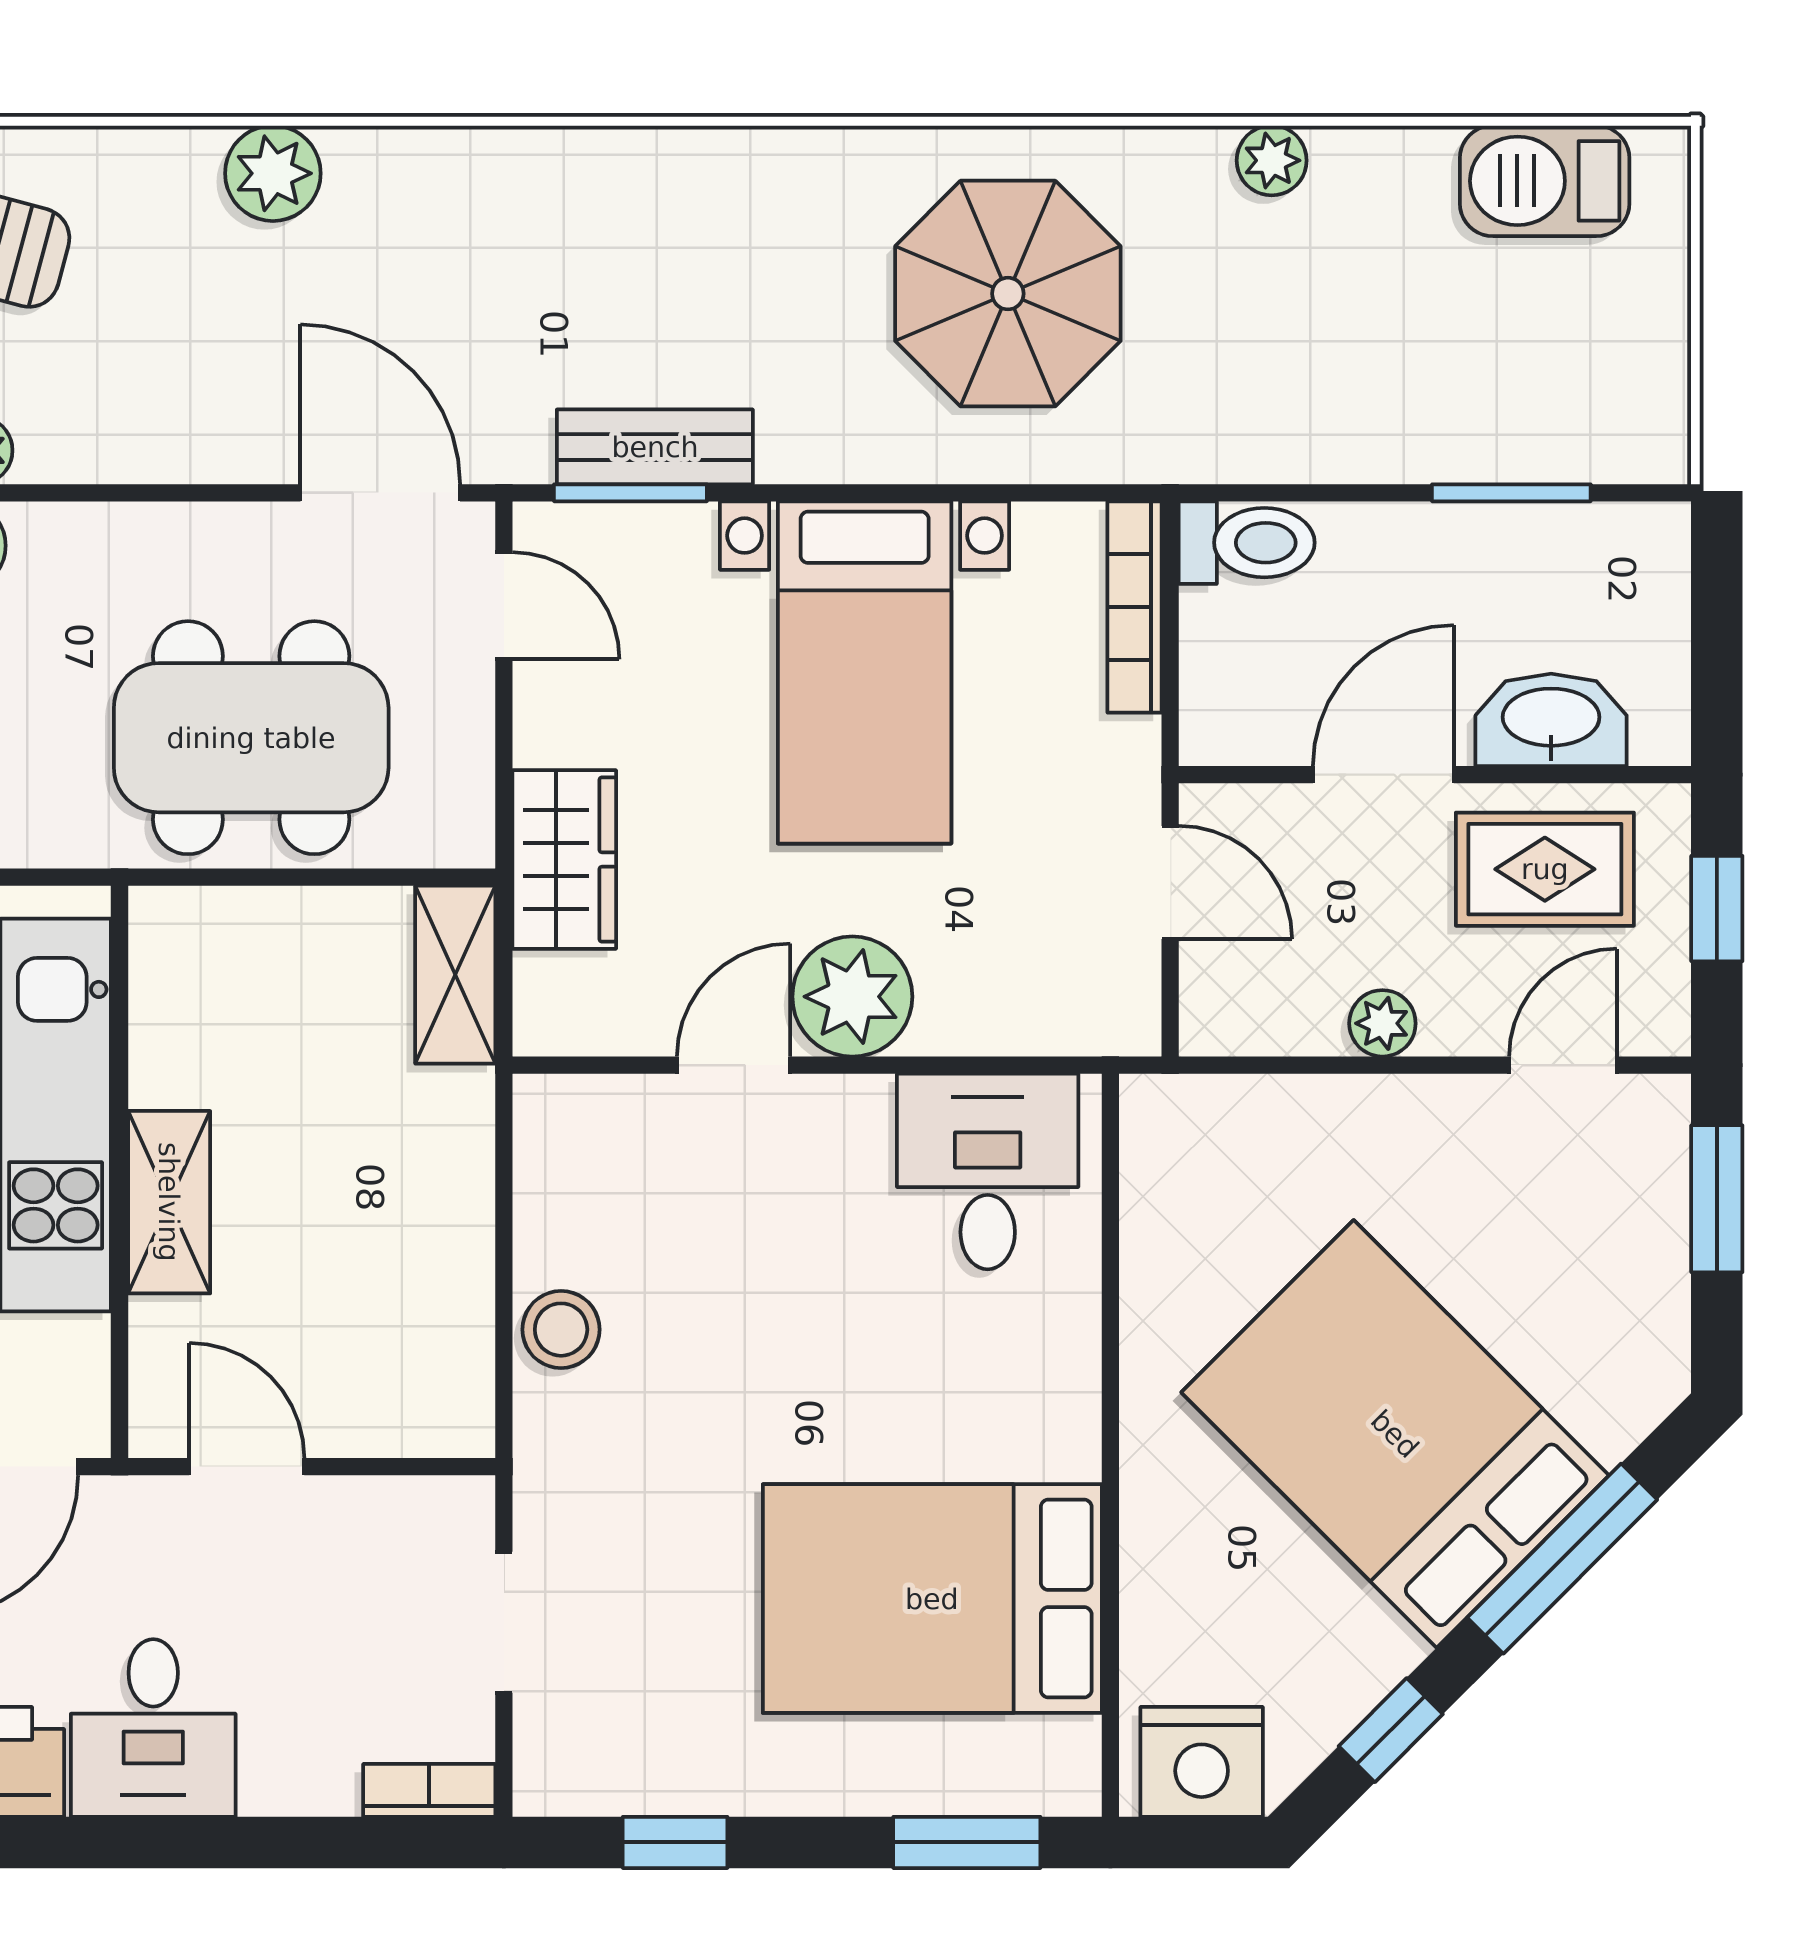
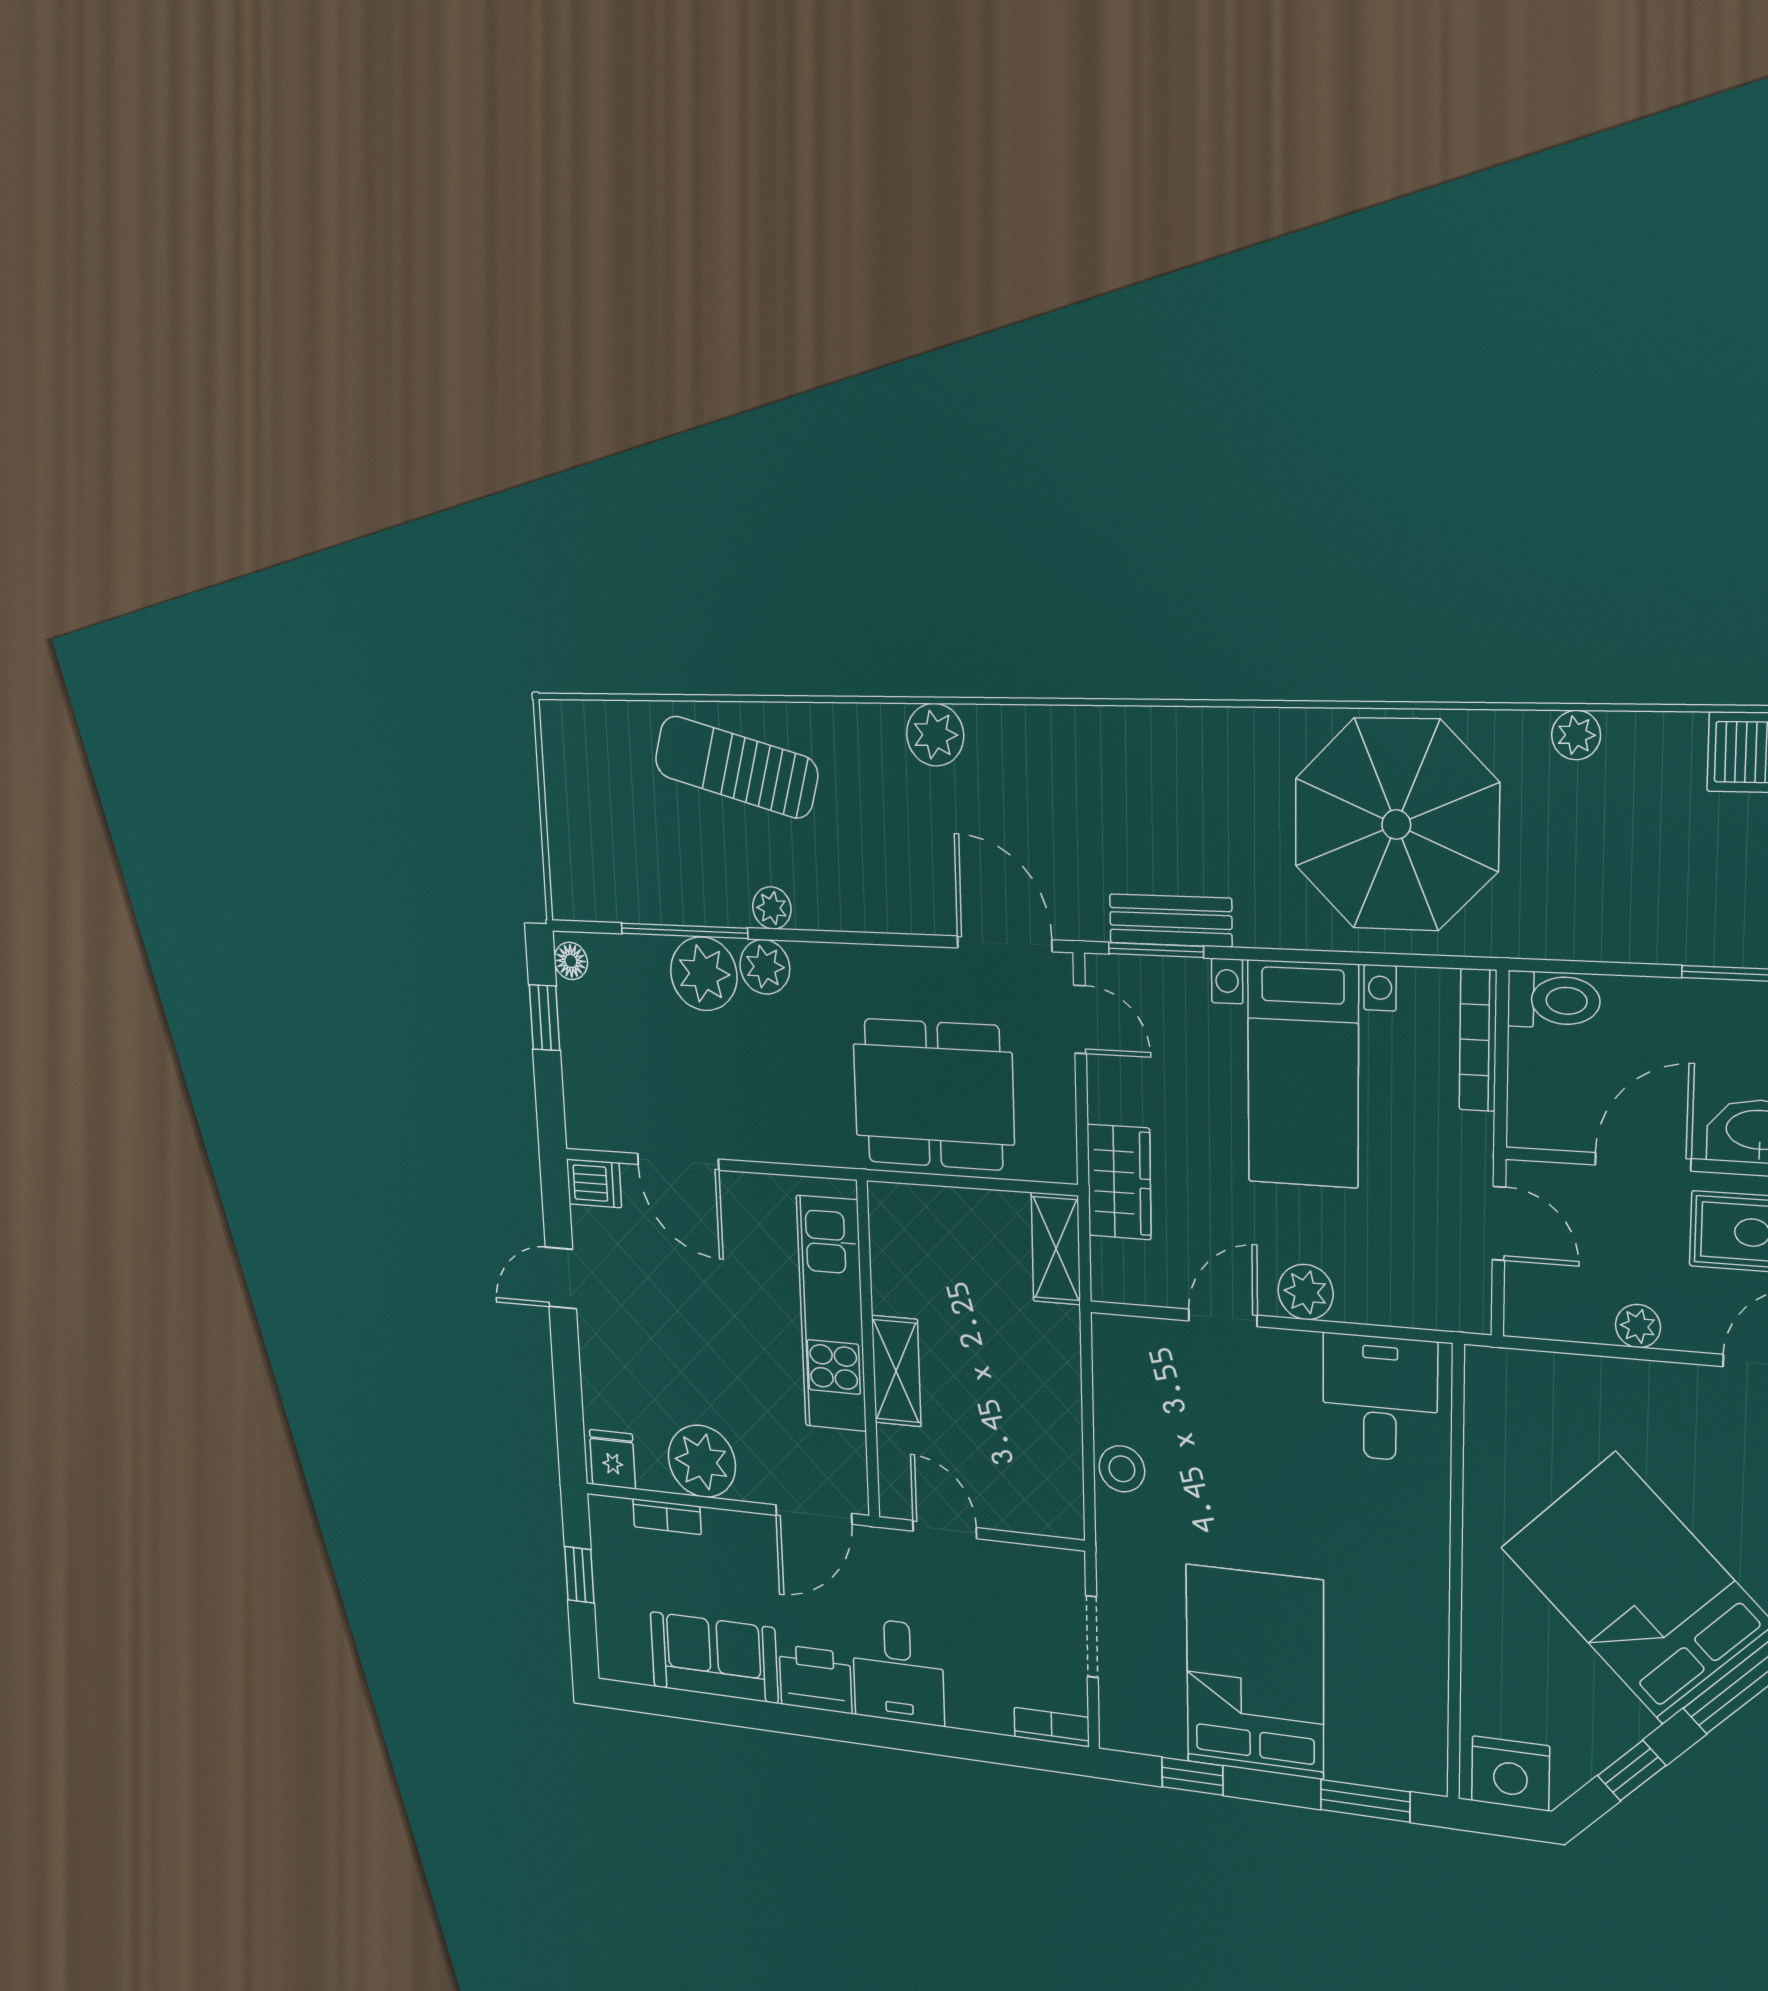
parasol: (1008, 294) -> (1396, 825), width x1.36, depth x1.36
plant: (852, 997) -> (1306, 1292), width x0.73, depth x0.73
bed: (932, 1599) -> (1255, 1672), moved, turned 90

